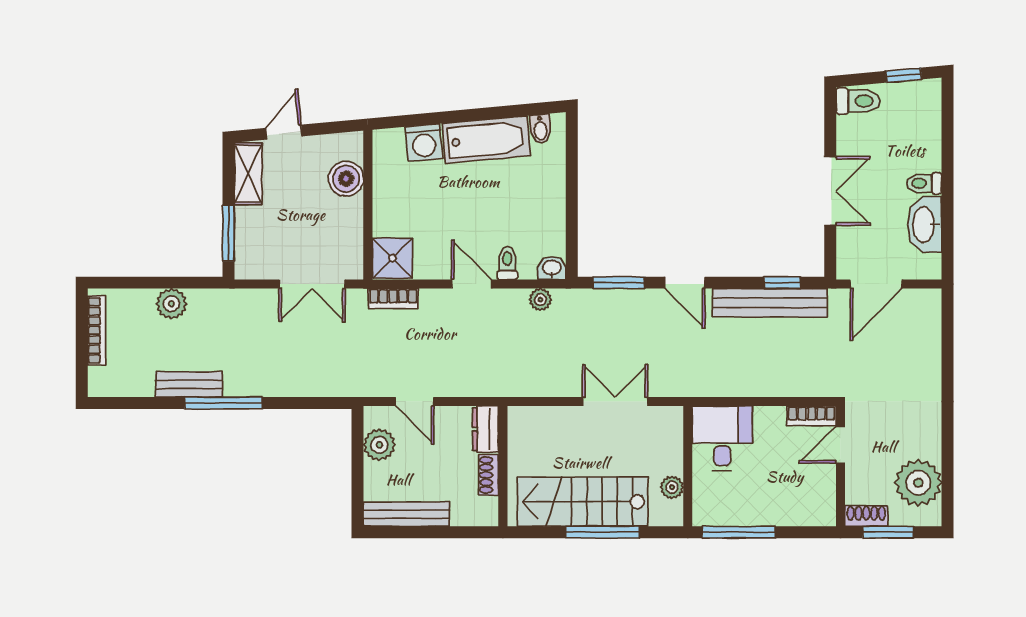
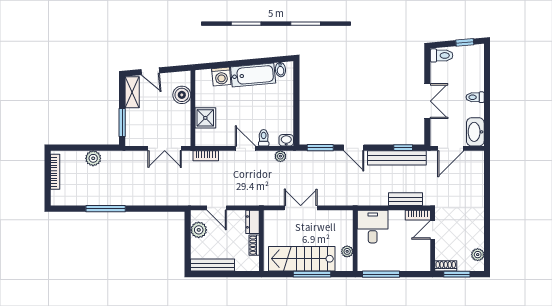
door: (284, 132) -> (150, 71), swing flipped
washbasin: (925, 225) -> (475, 132), moved
shower: (392, 258) -> (205, 118), moved
bench: (189, 384) -> (406, 199), moved
double door: (615, 402) -> (301, 208), moved
window: (223, 403) -> (106, 209), moved
plant: (918, 483) -> (478, 255), width x0.53, depth x0.53

